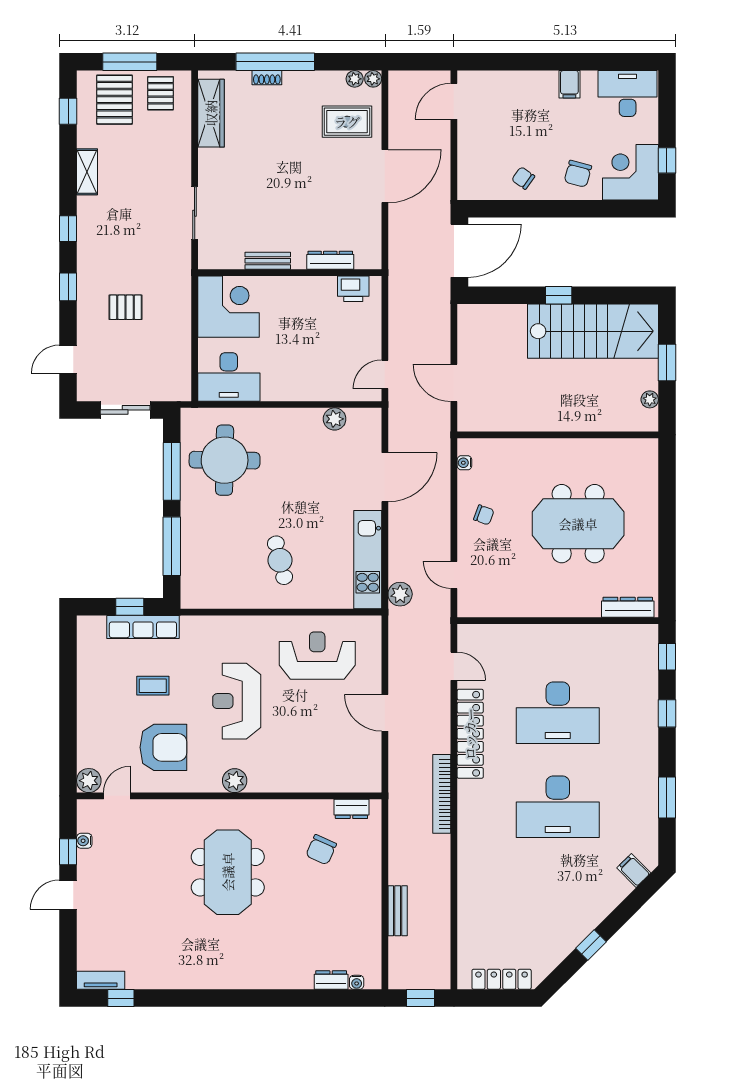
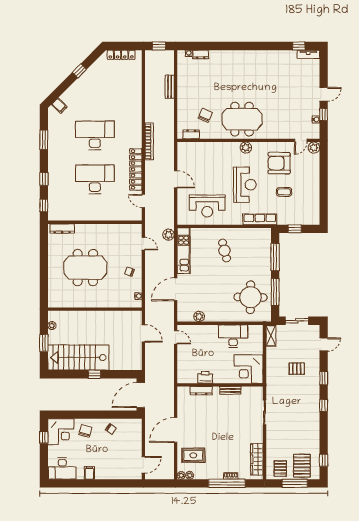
shelving: (87, 172) -> (271, 336), moved
printer: (353, 289) -> (205, 377), moved
door: (385, 374) -> (176, 337), hinge flipped
desk: (229, 377) -> (233, 336), moved
row of seats: (143, 627) -> (260, 219), moved
meeting table: (228, 872) -> (242, 119), moved, turned 90

